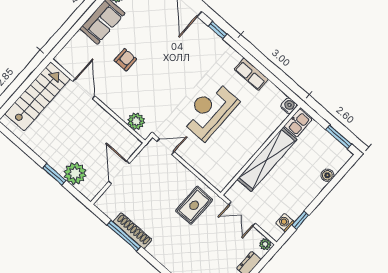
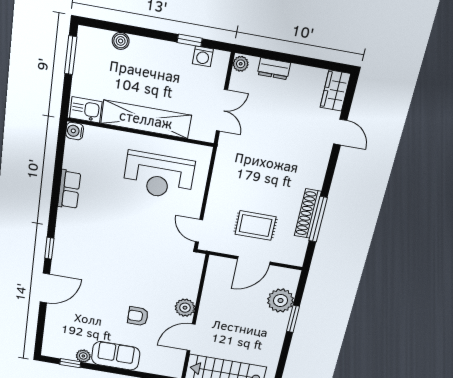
reception desk: (210, 111) -> (159, 176), moved
plant: (136, 121) -> (185, 308), moved
rug: (194, 205) -> (256, 226), moved

